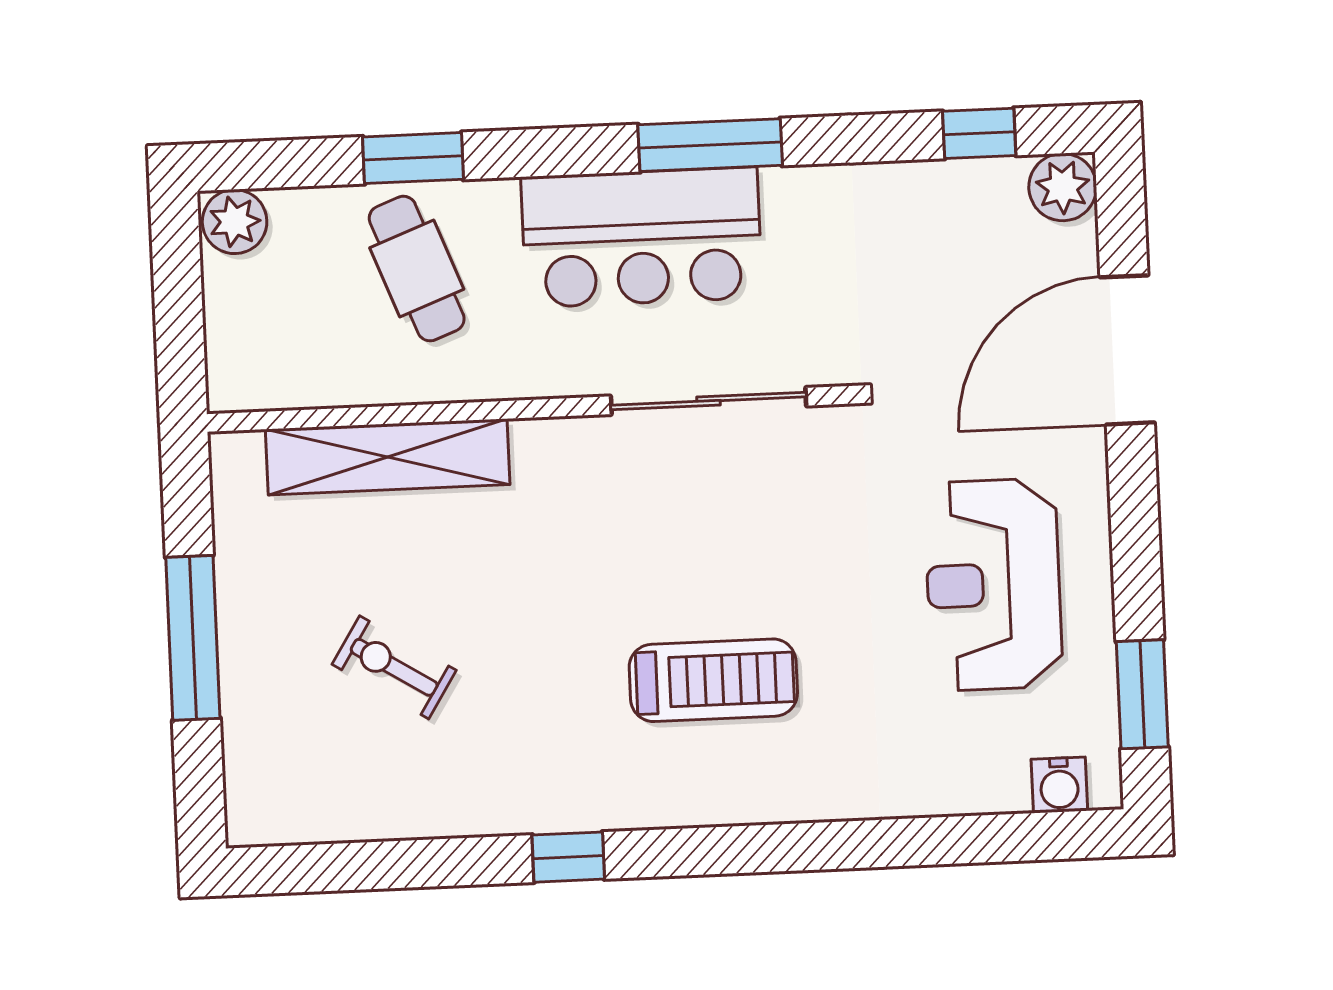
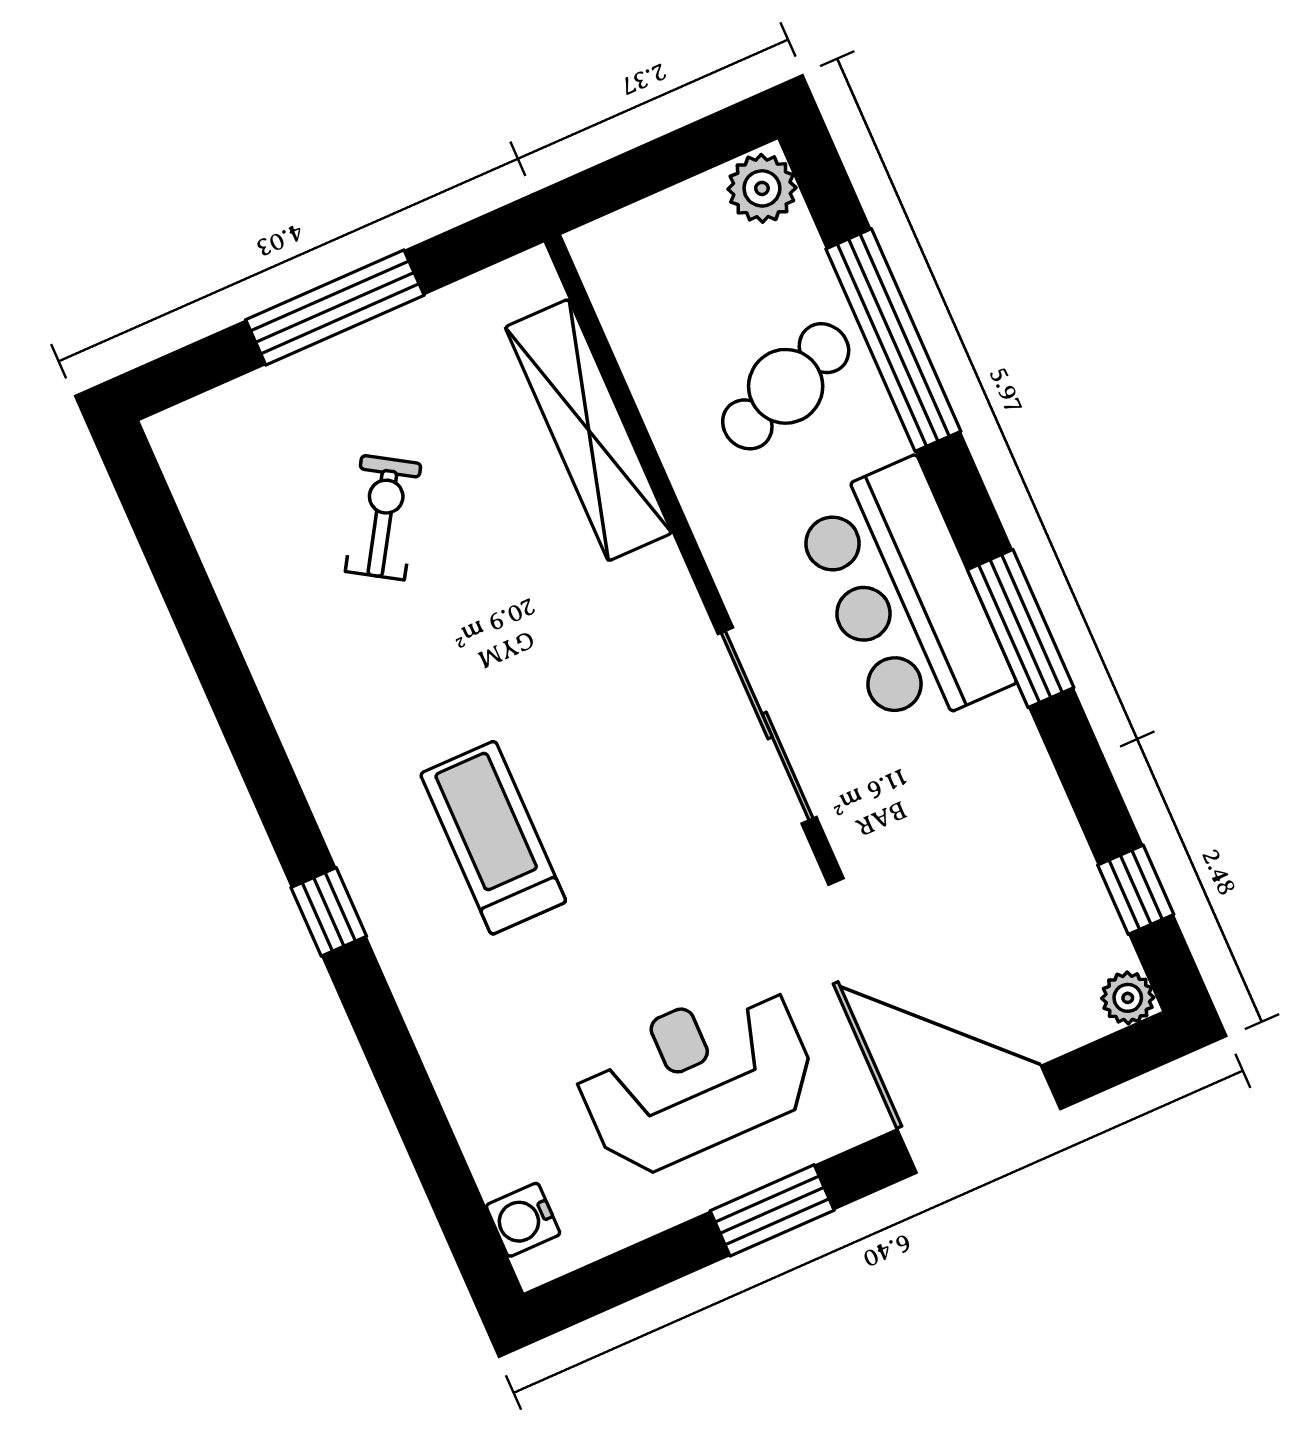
window: (413, 158) -> (893, 340), width x2.11
plant: (1063, 187) -> (1128, 998), width x0.73, depth x0.73
treadmill: (713, 680) -> (493, 838), turned 180
window: (1142, 694) -> (772, 1210), moved
window: (568, 857) -> (329, 912), moved

